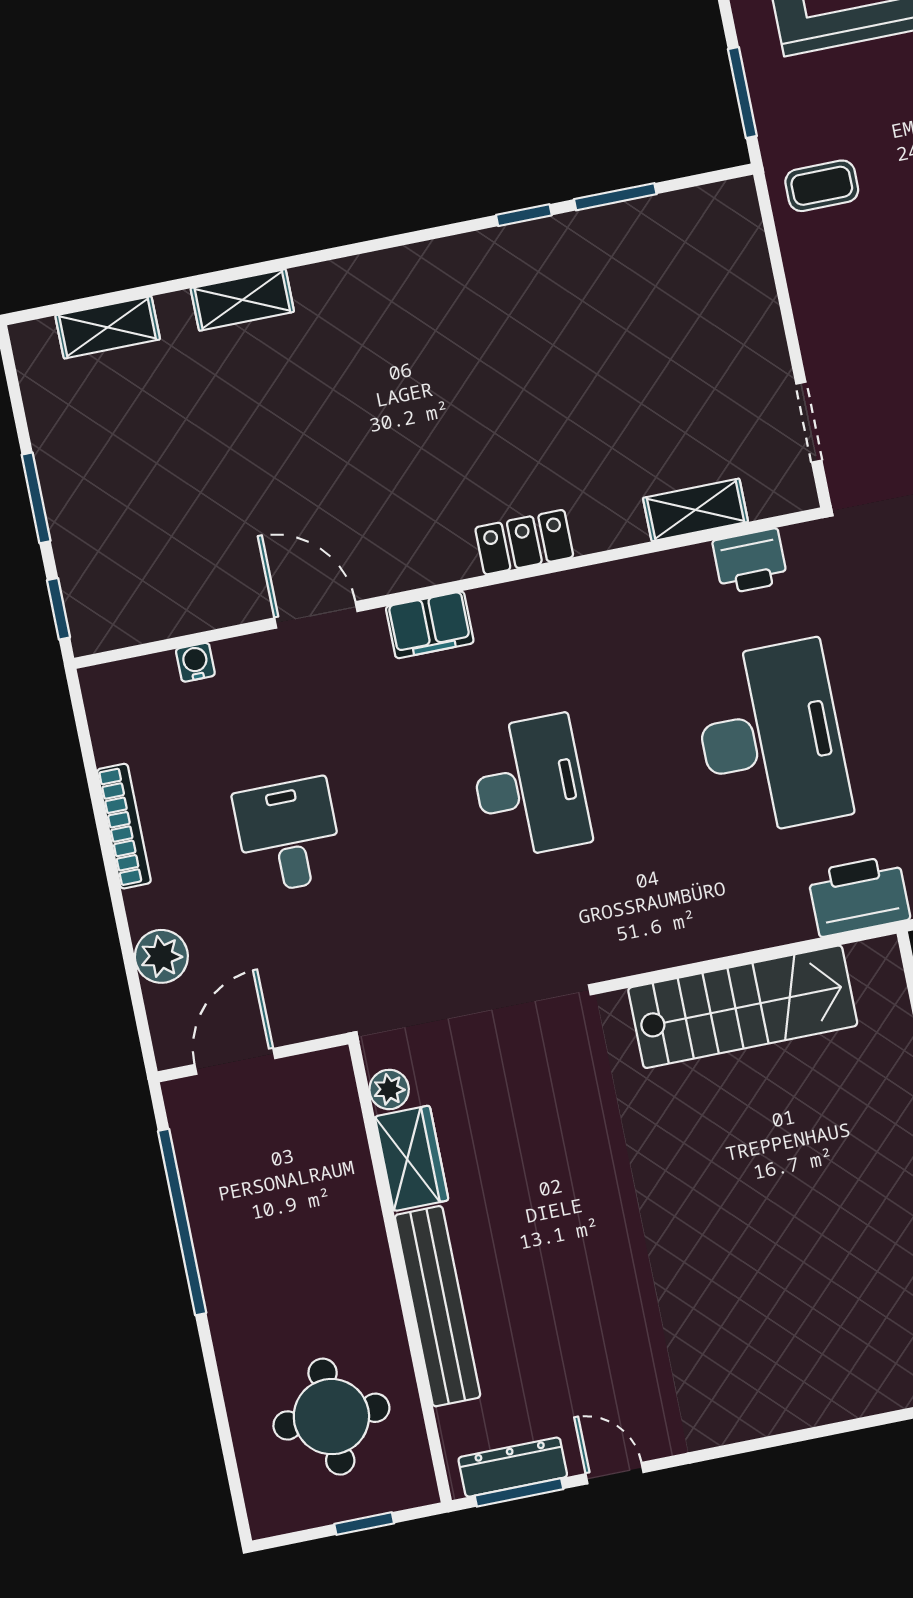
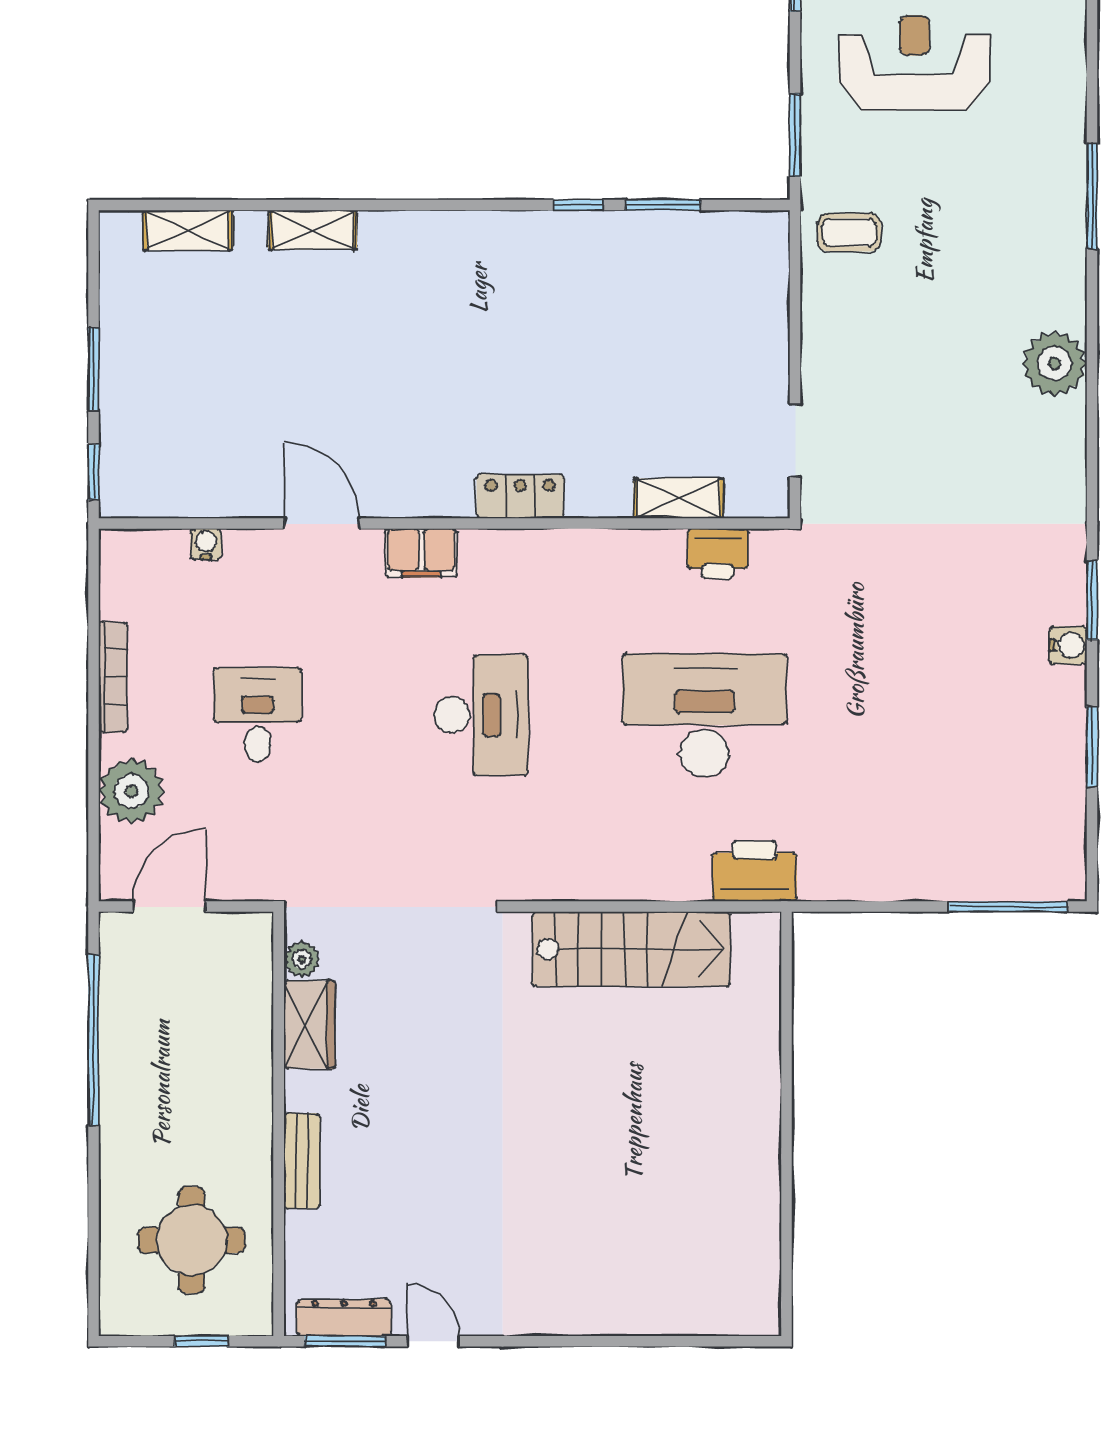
desk: (771, 738) -> (705, 715), turned -90
plant: (161, 956) -> (132, 791), width x1.36, depth x1.36
bench: (438, 1306) -> (302, 1161), width x0.54, depth x0.82

